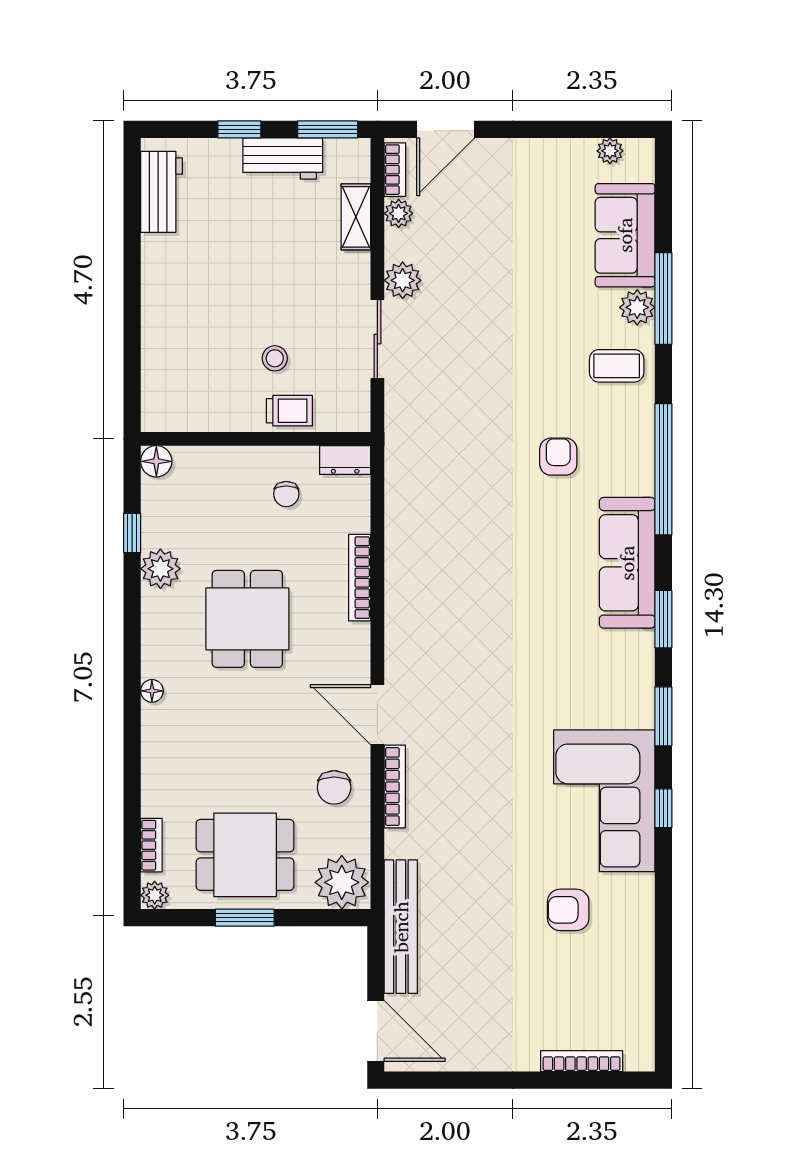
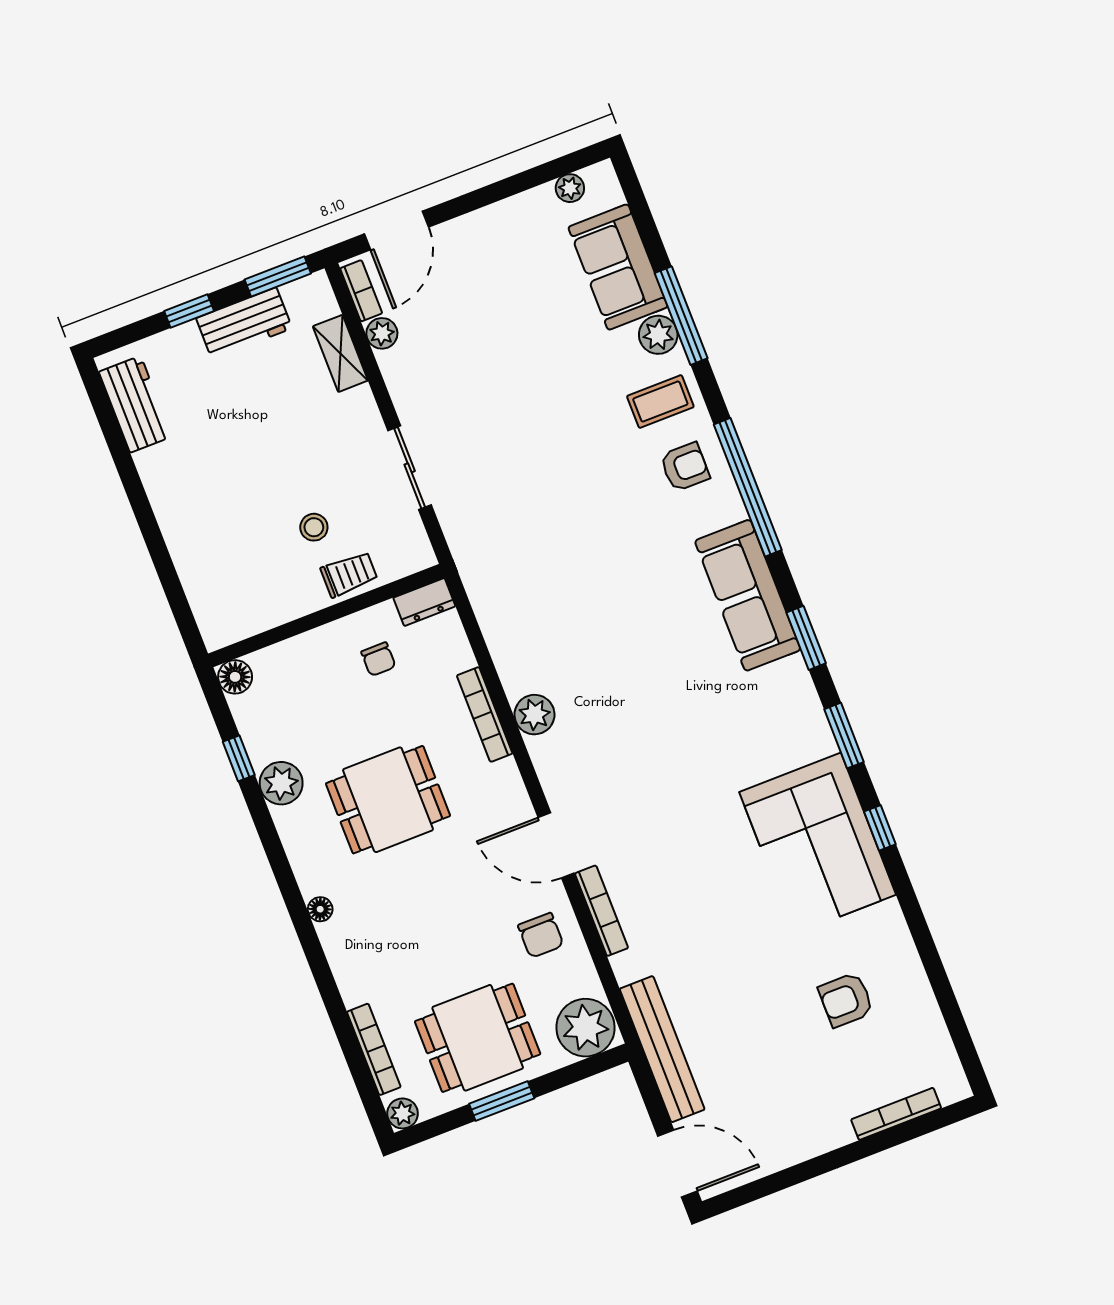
plant: (403, 280) -> (534, 715), moved
armchair: (558, 457) -> (685, 467), moved, turned 90
dining table: (247, 619) -> (388, 800), turned 90
bookcase: (151, 845) -> (374, 1049), width x1.56
armchair: (568, 910) -> (846, 1000), moved

